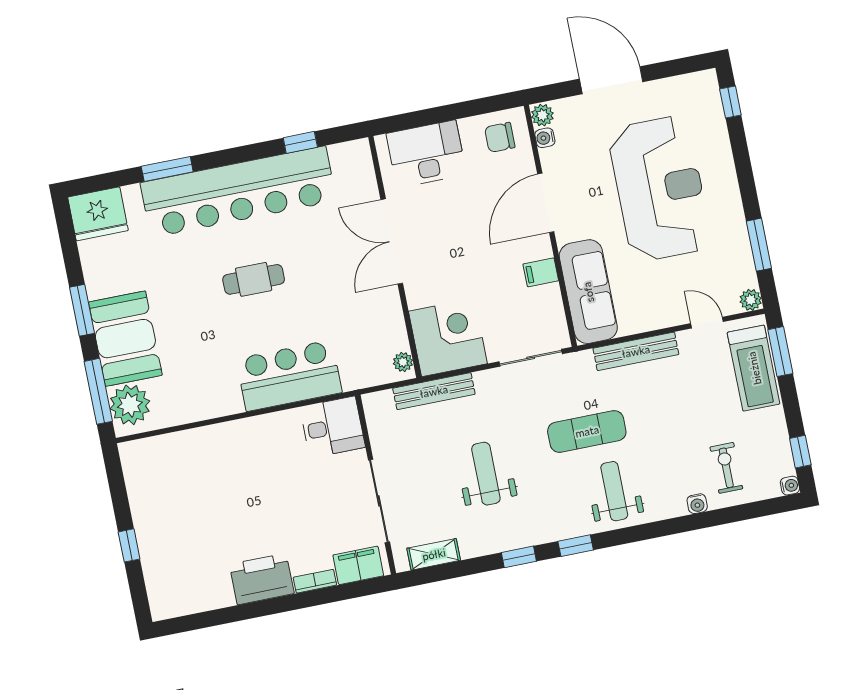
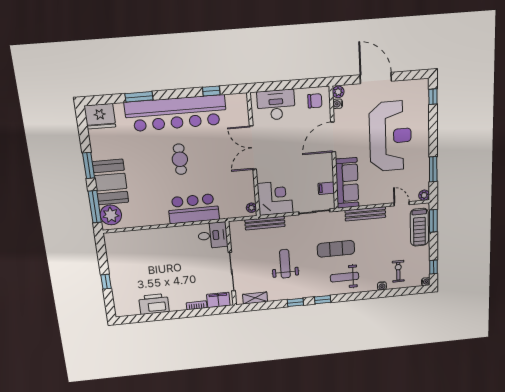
chair: (500, 137) -> (315, 101), turned 180
filing cabinet: (541, 272) -> (326, 188), moved
cafe table: (254, 279) -> (180, 159), turned 90
weight bench: (614, 491) -> (345, 277), turned -90
printer: (262, 579) -> (154, 304), moved

